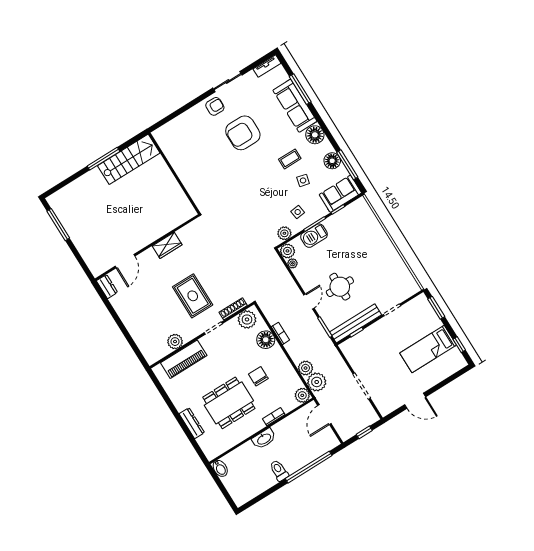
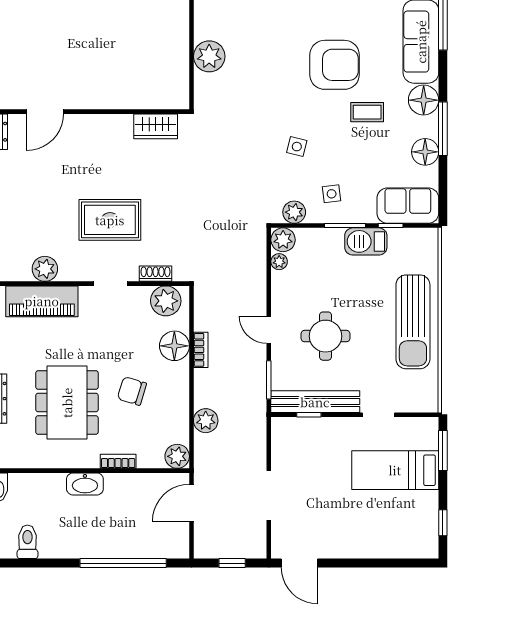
armchair: (243, 133) -> (335, 65), moved, turned 180
window: (347, 165) -> (443, 129), moved
side table: (303, 180) -> (297, 147), moved
barbecue: (314, 236) -> (366, 241), moved
wardrobe: (167, 245) -> (156, 126), moved
sun lounger: (380, 252) -> (413, 322), added
rug: (193, 296) -> (110, 220), turned 90
door: (309, 301) -> (269, 330), swing flipped
shoe rack: (233, 309) -> (156, 274), width x0.70
bed: (428, 349) -> (395, 470), moved
chair: (258, 376) -> (132, 391), turned -73
plant: (317, 382) -> (209, 56), moved
door: (415, 401) -> (299, 563), moved
dining table: (229, 403) -> (67, 403), turned 90
toilet: (279, 470) -> (27, 542), moved

